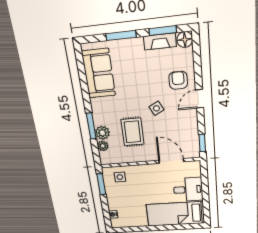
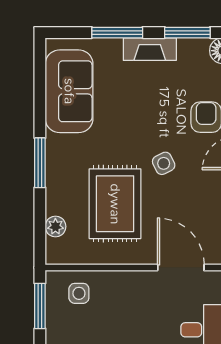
fireplace: (160, 41) -> (150, 49), moved
window: (91, 126) -> (40, 163), moved
rug: (132, 132) -> (115, 204), width x1.36, depth x1.43
plant: (102, 133) -> (59, 200), removed

